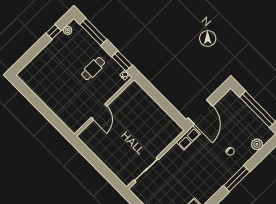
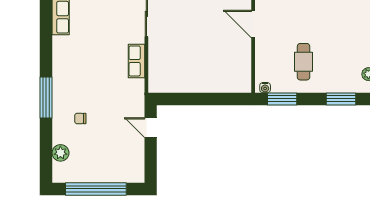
window: (93, 32) -> (341, 99), width x0.69
door: (200, 112) -> (151, 128), width x0.53
row of seats: (188, 138) -> (137, 61), moved

